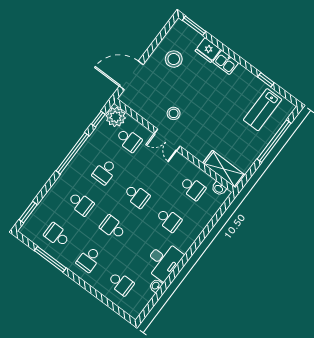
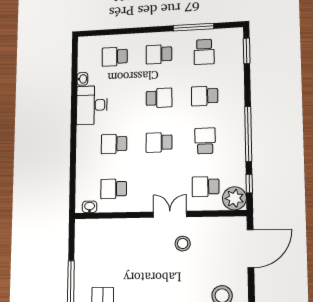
shelving: (224, 169) -> (98, 228), removed
school desk: (57, 235) -> (204, 52), turned 90
school desk: (89, 259) -> (159, 54), turned -90

